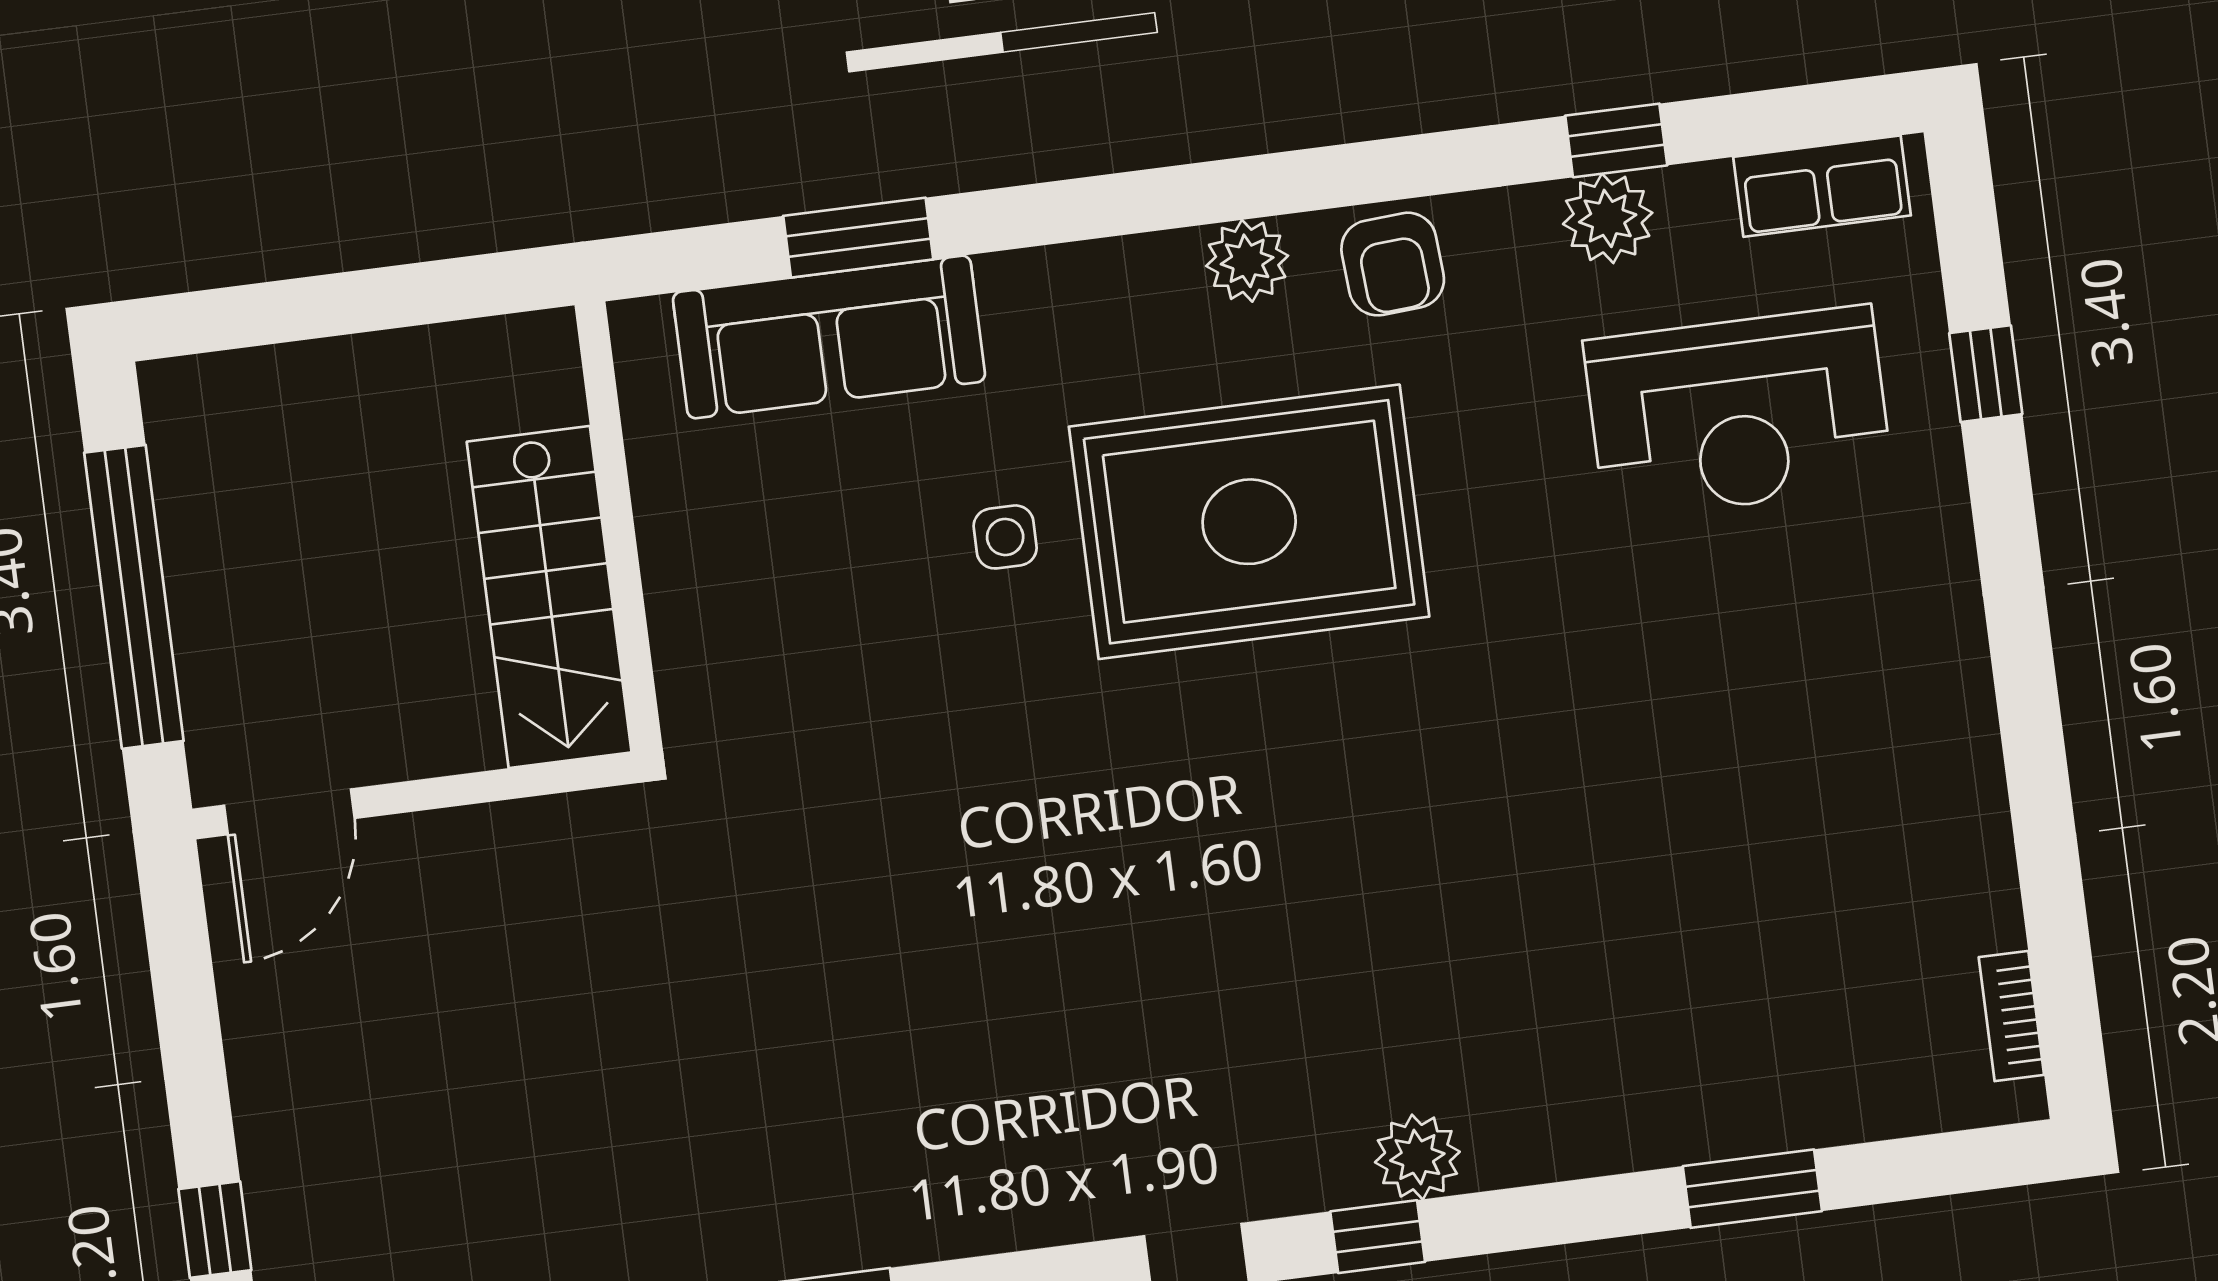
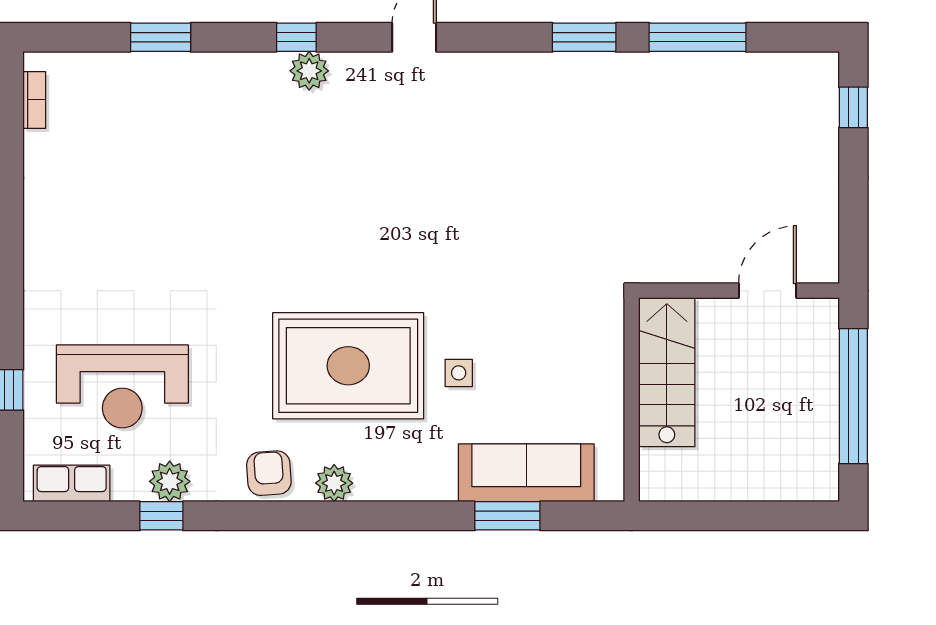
reception desk: (1738, 413) -> (122, 386), turned 180
door: (289, 812) -> (767, 291), moved
window: (1378, 1237) -> (296, 37), moved

